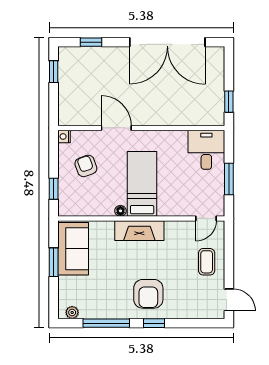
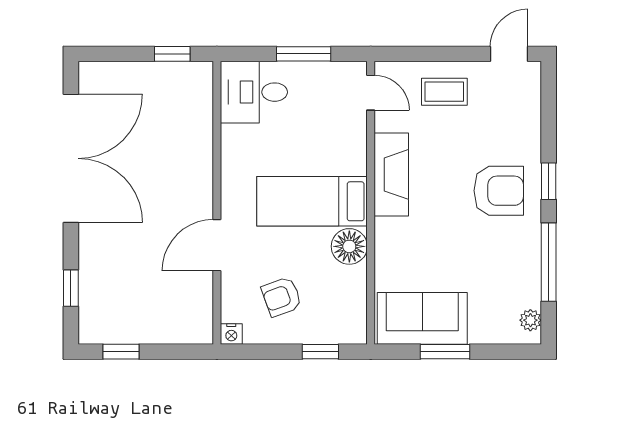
floor lamp: (120, 211) -> (349, 246), width x1.89, depth x1.89
fireplace: (139, 231) -> (391, 174), moved

